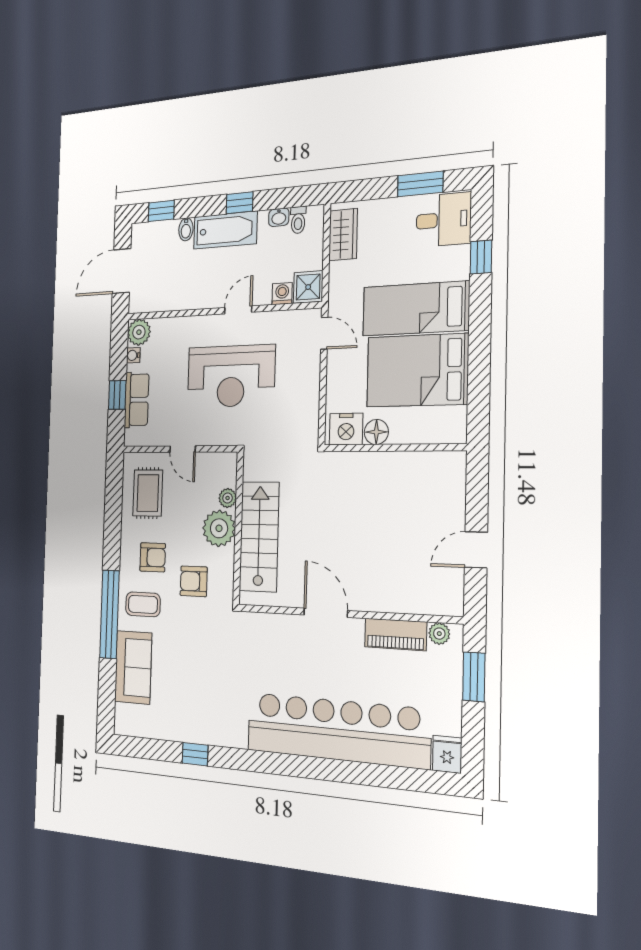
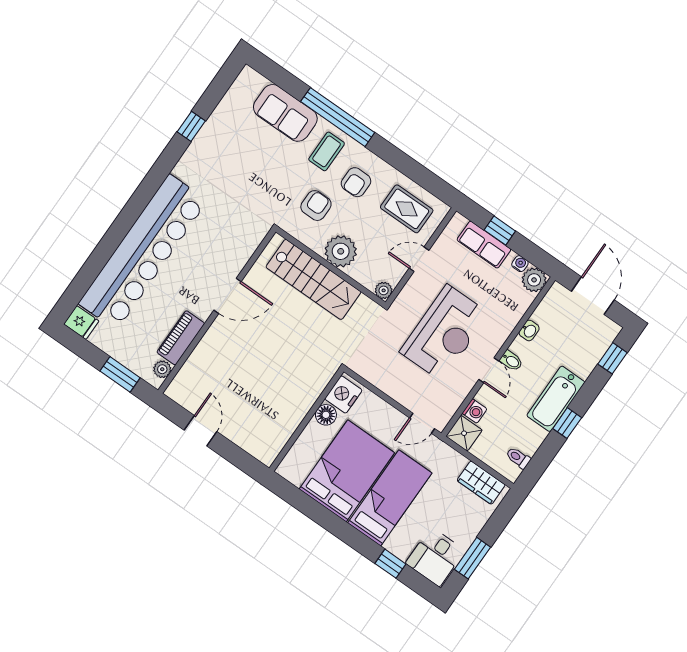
washbasin: (279, 217) -> (529, 330), moved, turned 180
bidet: (186, 229) -> (511, 361), moved, turned 180
reception desk: (231, 376) -> (444, 333), turned 180
plant: (228, 498) -> (384, 290), moved

